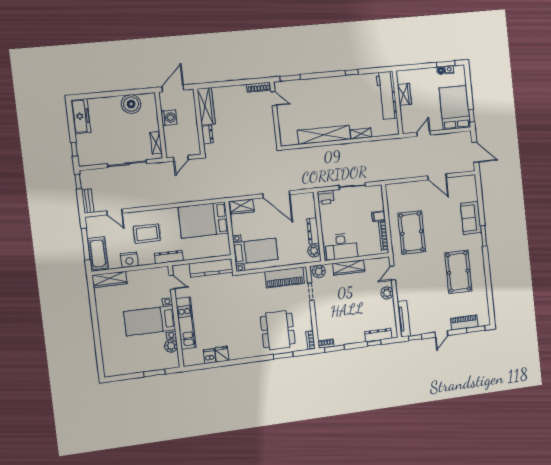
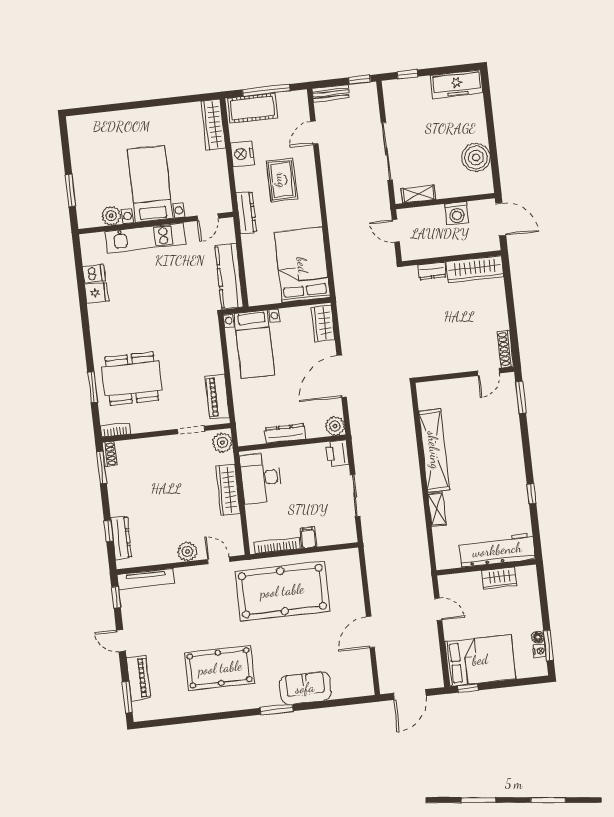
pool table: (412, 233) -> (282, 591), width x1.36, depth x1.32
plant: (314, 251) -> (335, 426), moved
piano: (285, 278) -> (217, 397), width x0.73, depth x0.75

